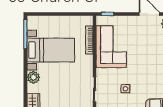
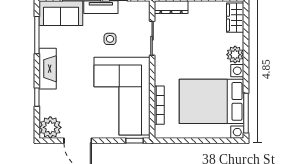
corner sofa: (111, 47) -> (122, 96), width x1.36, depth x1.36
bed with nightstands: (51, 50) -> (212, 101), width x1.36

